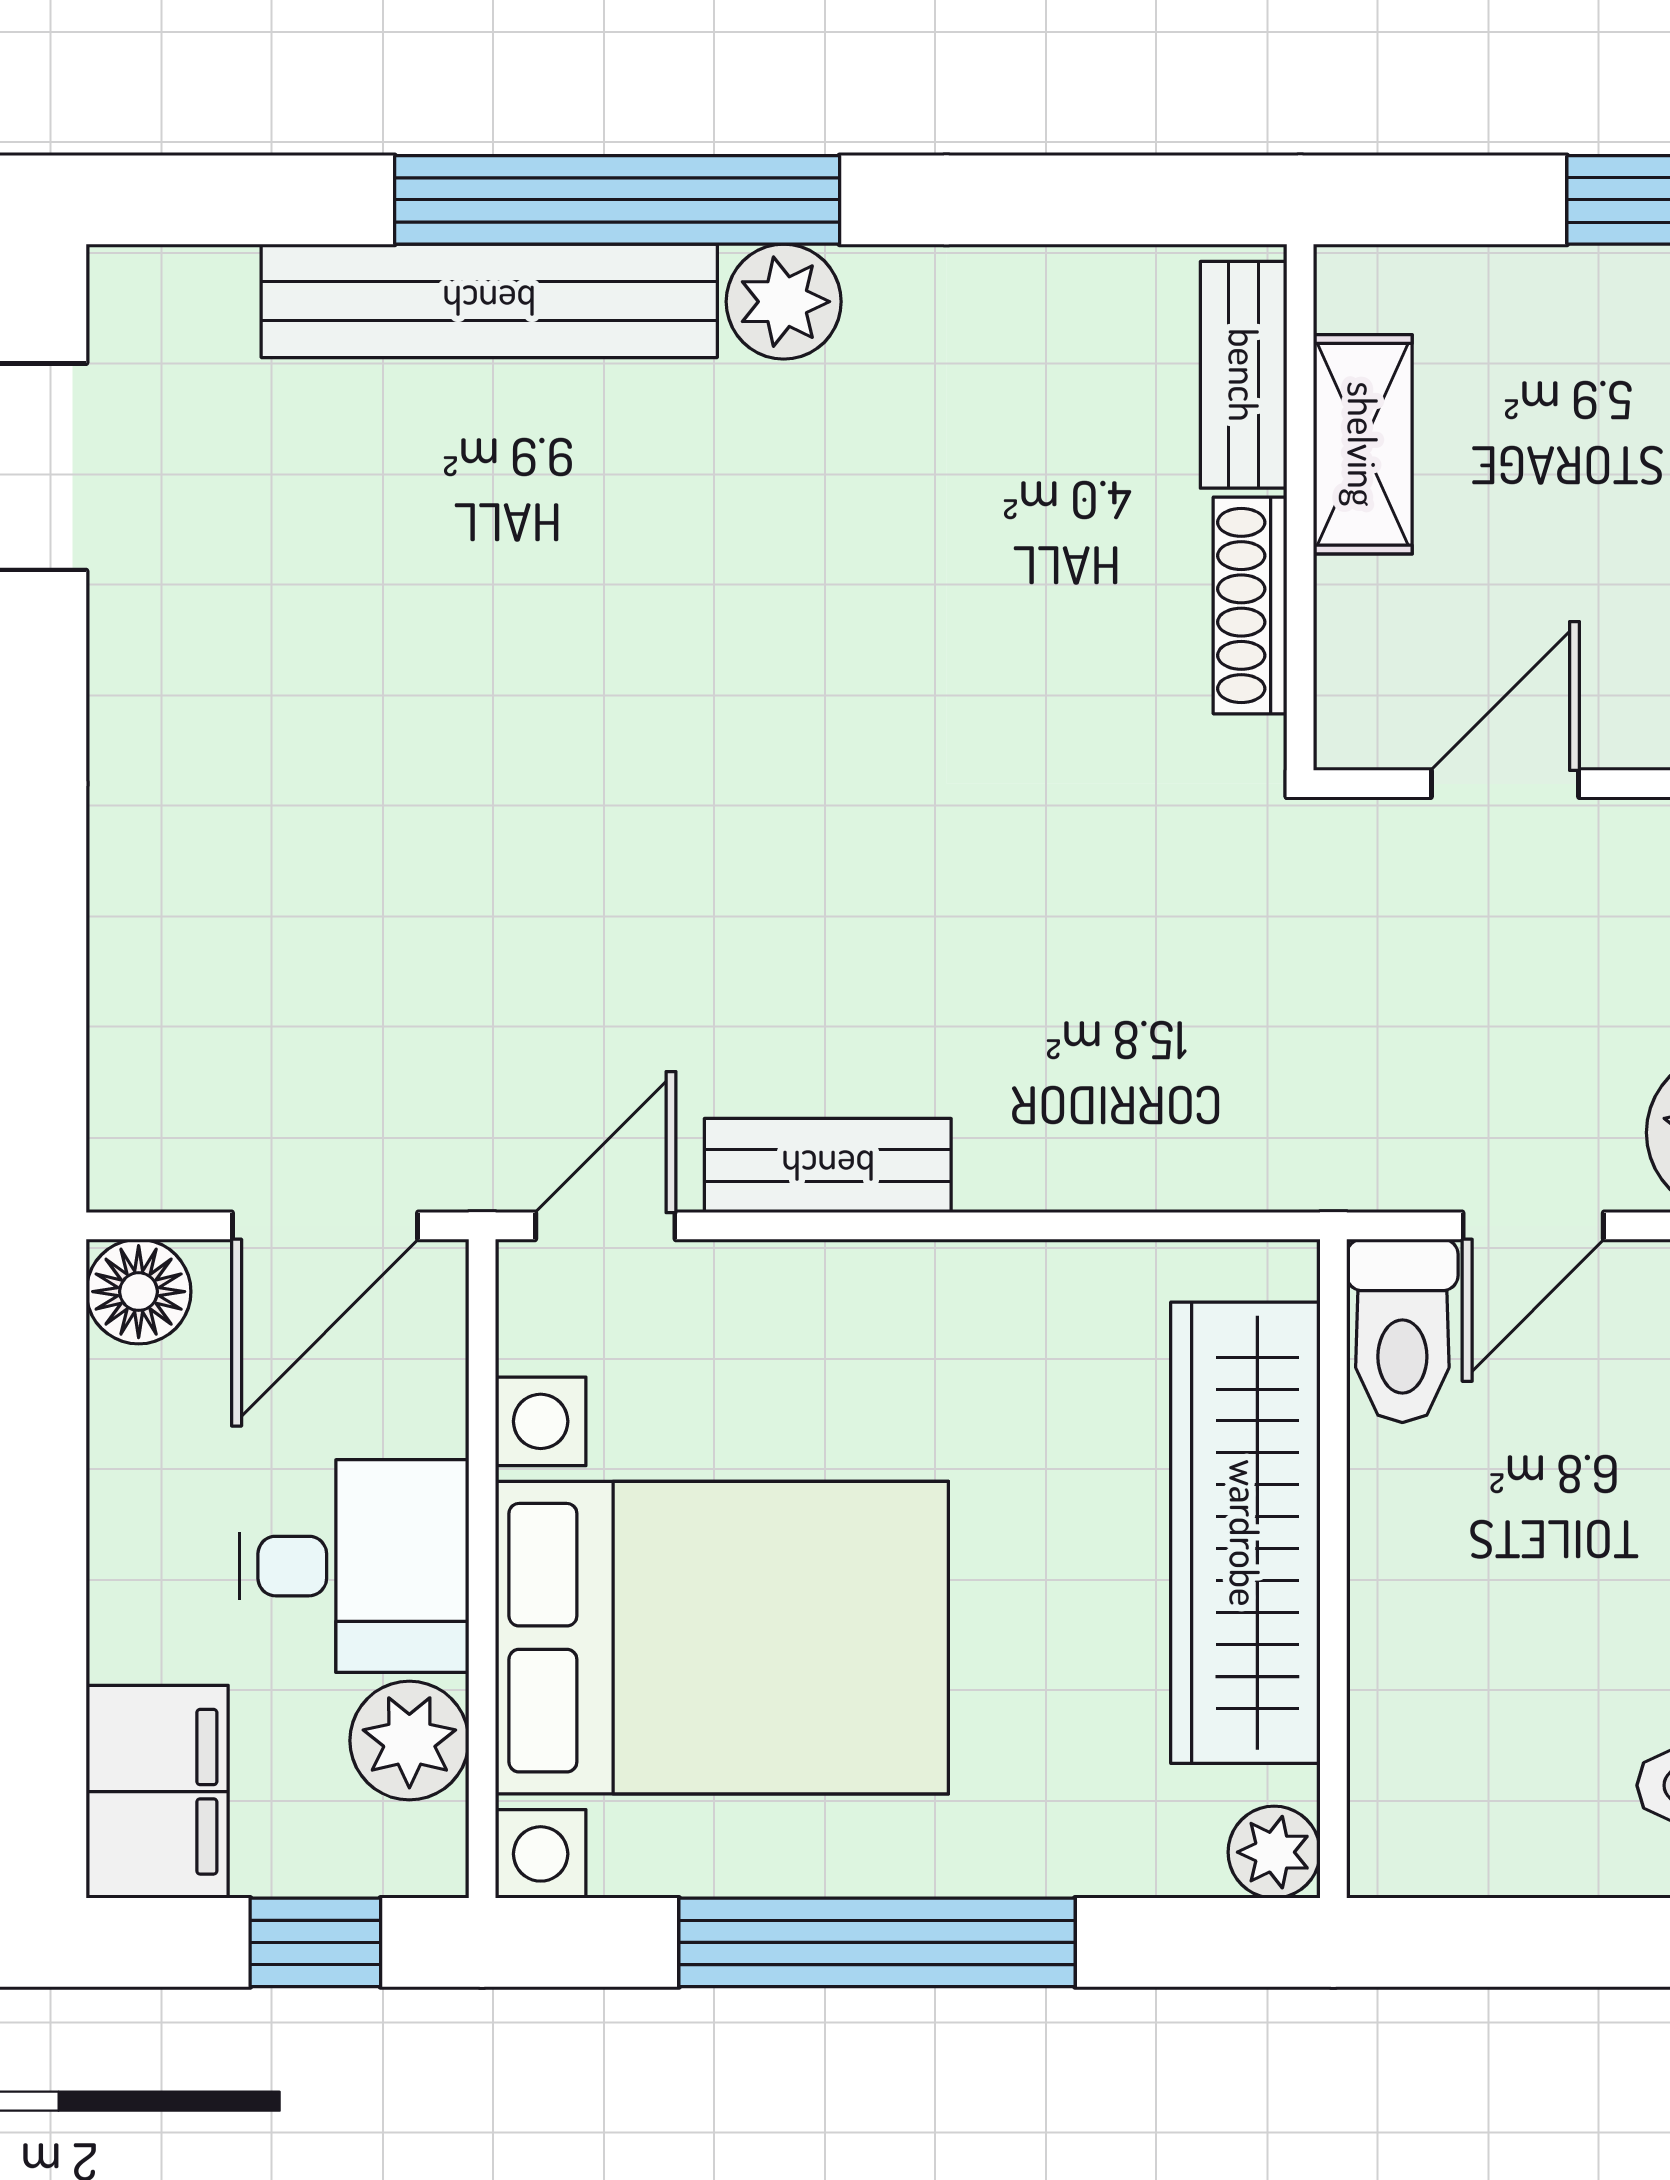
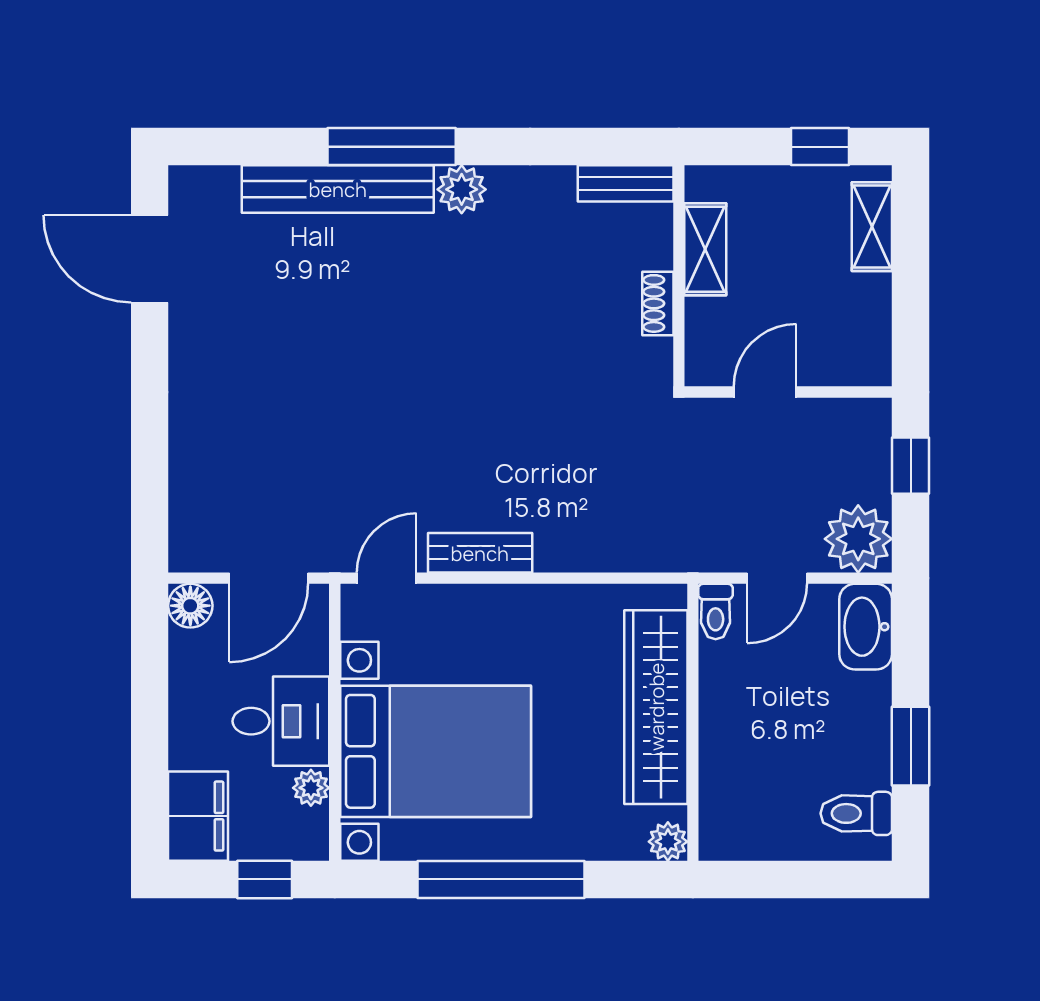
window: (617, 200) -> (392, 147), width x0.68
bench: (1244, 375) -> (626, 183), moved, turned 90
shoe rack: (1250, 605) -> (658, 303), width x0.70
toilet: (1402, 1331) -> (716, 612), width x0.73, depth x0.72
plant: (409, 1741) -> (311, 788), width x0.73, depth x0.73

